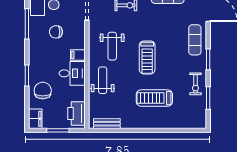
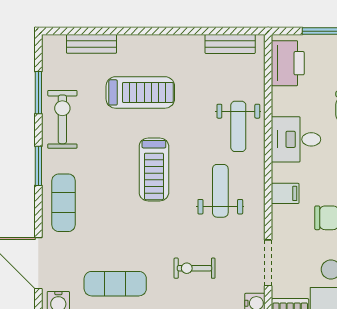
filing cabinet: (78, 55) -> (285, 193), moved
treadmill: (147, 57) -> (154, 169), turned 180
exercise bike: (195, 84) -> (62, 119), width x1.38, depth x1.39
bench: (180, 124) -> (91, 44), added

